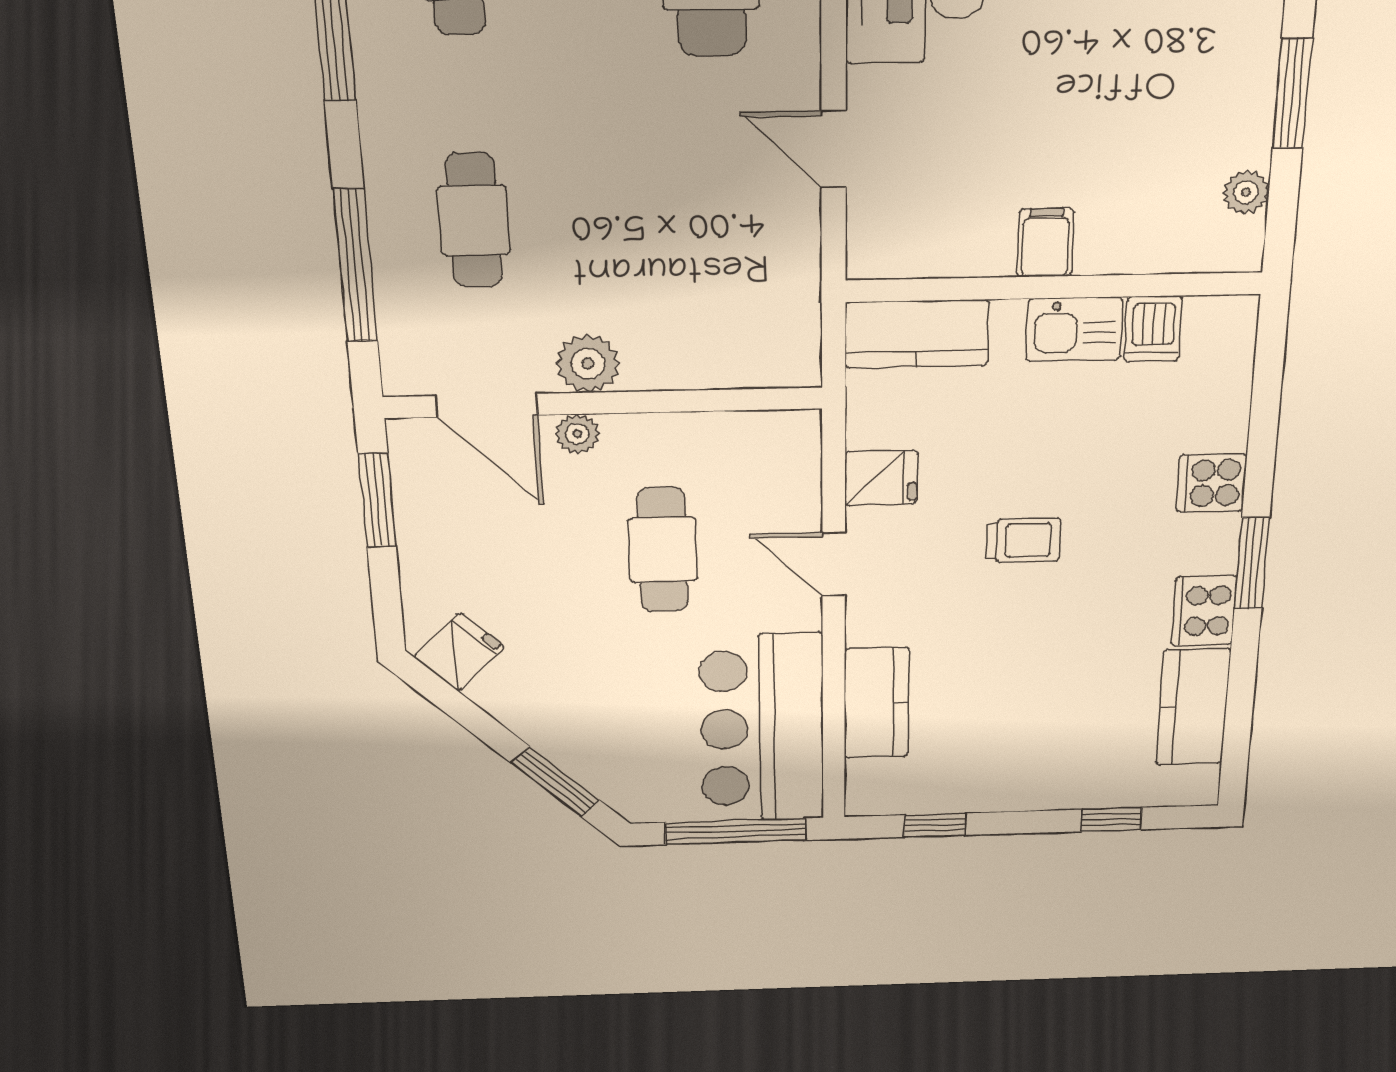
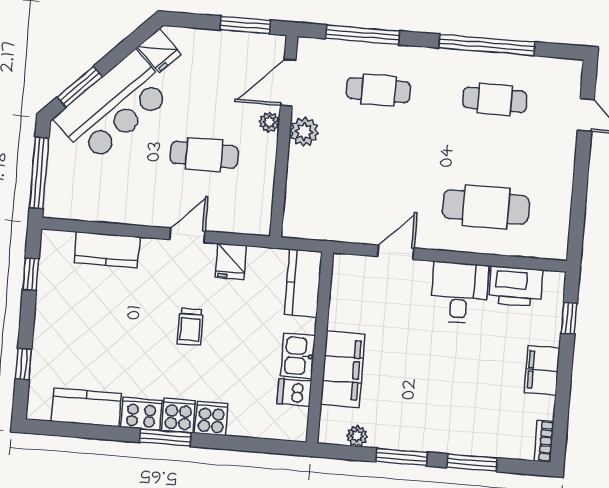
filing cabinet: (1045, 243) -> (343, 369), width x3.00, depth x1.17
cooker: (1206, 544) -> (178, 415), added
bar counter: (762, 728) -> (114, 106), moved, turned 135

